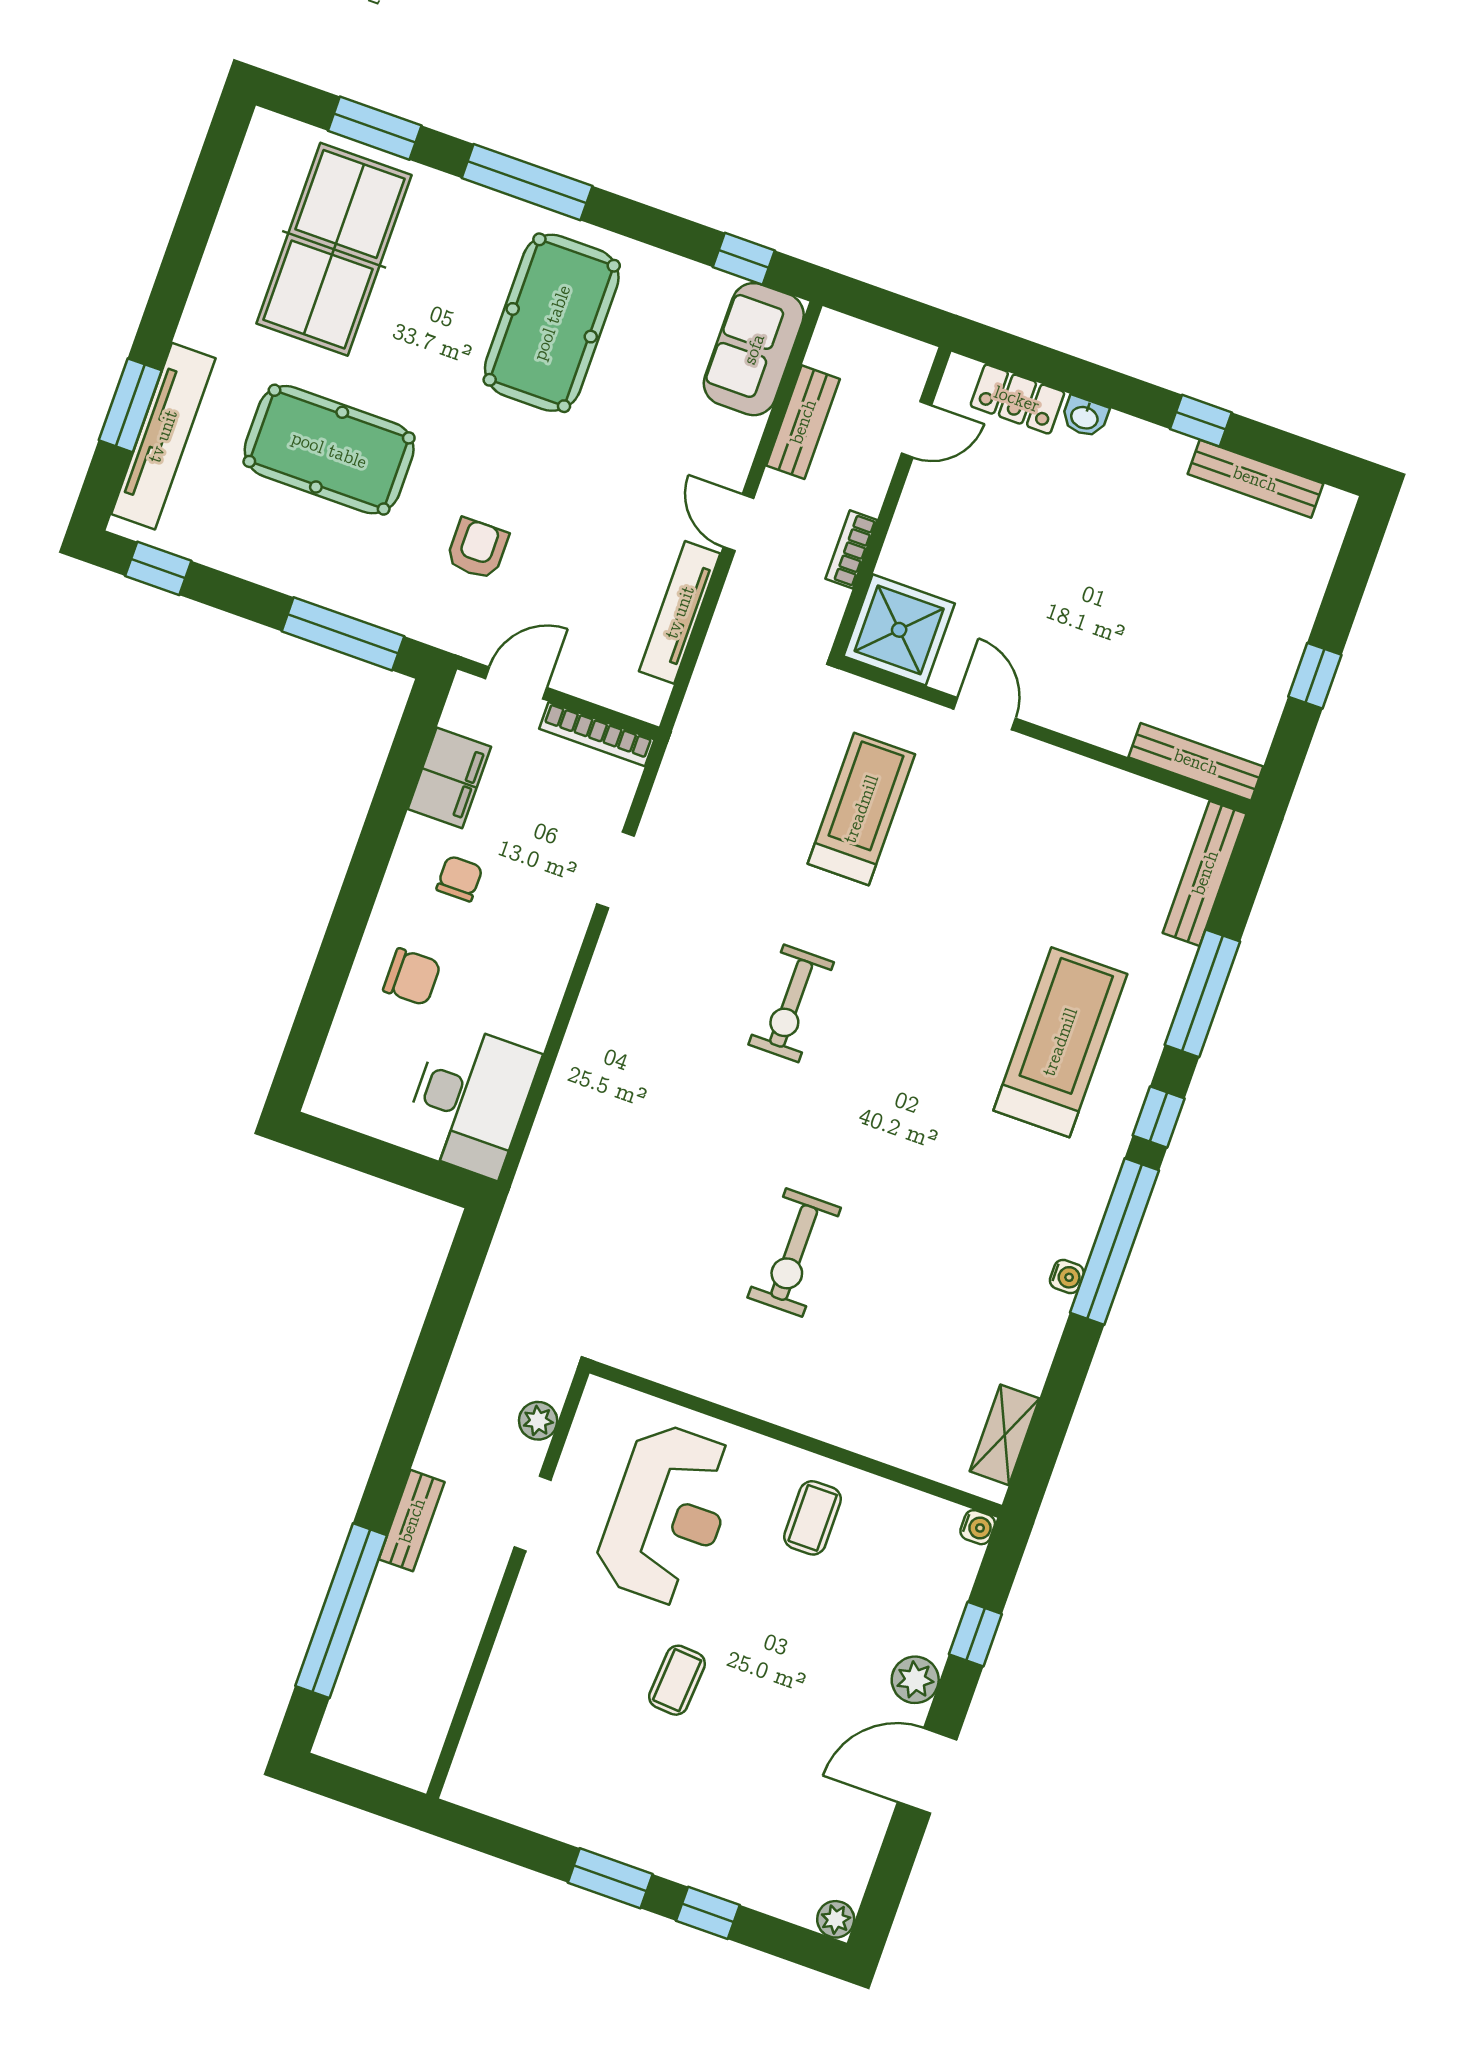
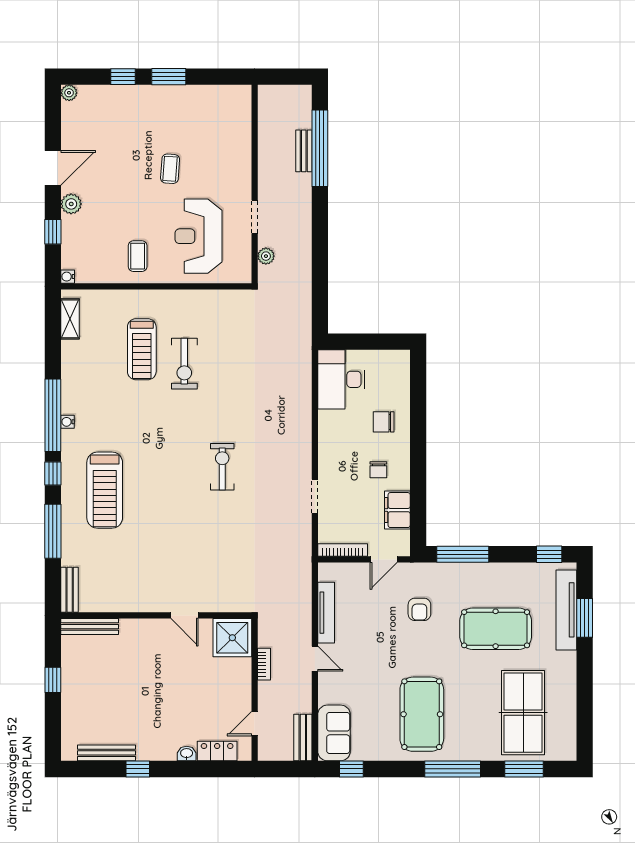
bench: (803, 422) -> (303, 737), moved
treadmill: (861, 809) -> (142, 349), moved
bench: (1205, 873) -> (70, 590), width x0.73
exercise bike: (794, 1253) -> (184, 364), turned 180
water cooler: (1067, 1277) -> (68, 422), moved
bench: (412, 1521) -> (304, 151), moved

